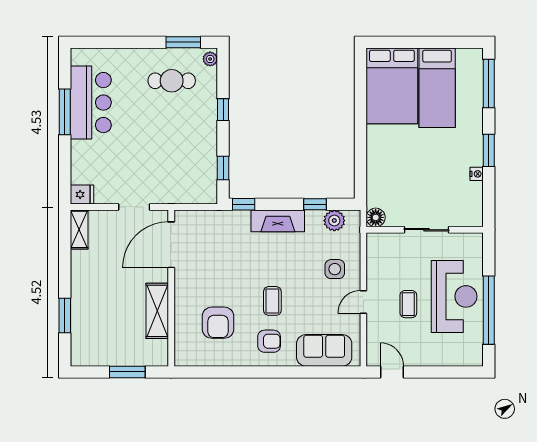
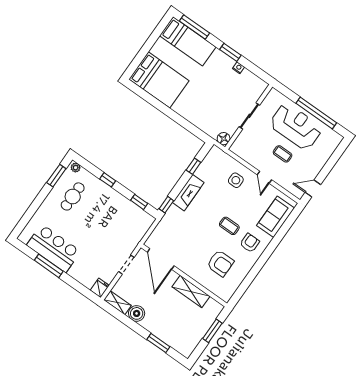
bed: (437, 88) -> (188, 41), moved
plant: (334, 221) -> (210, 162), removed
boiler: (82, 263) -> (137, 313), added

